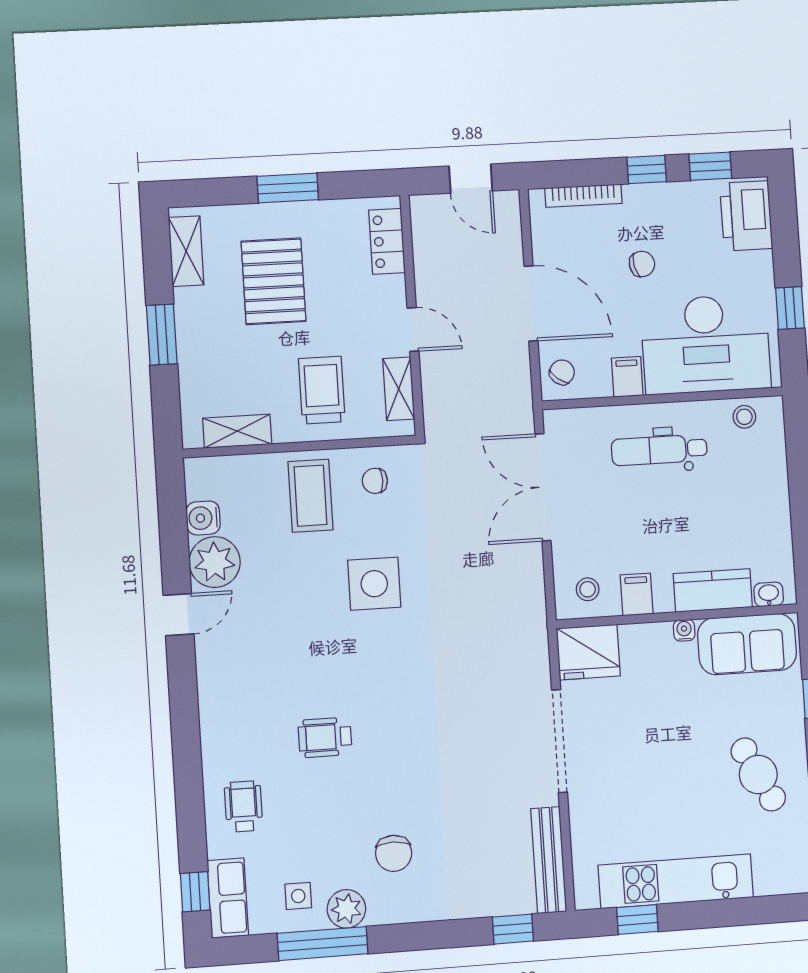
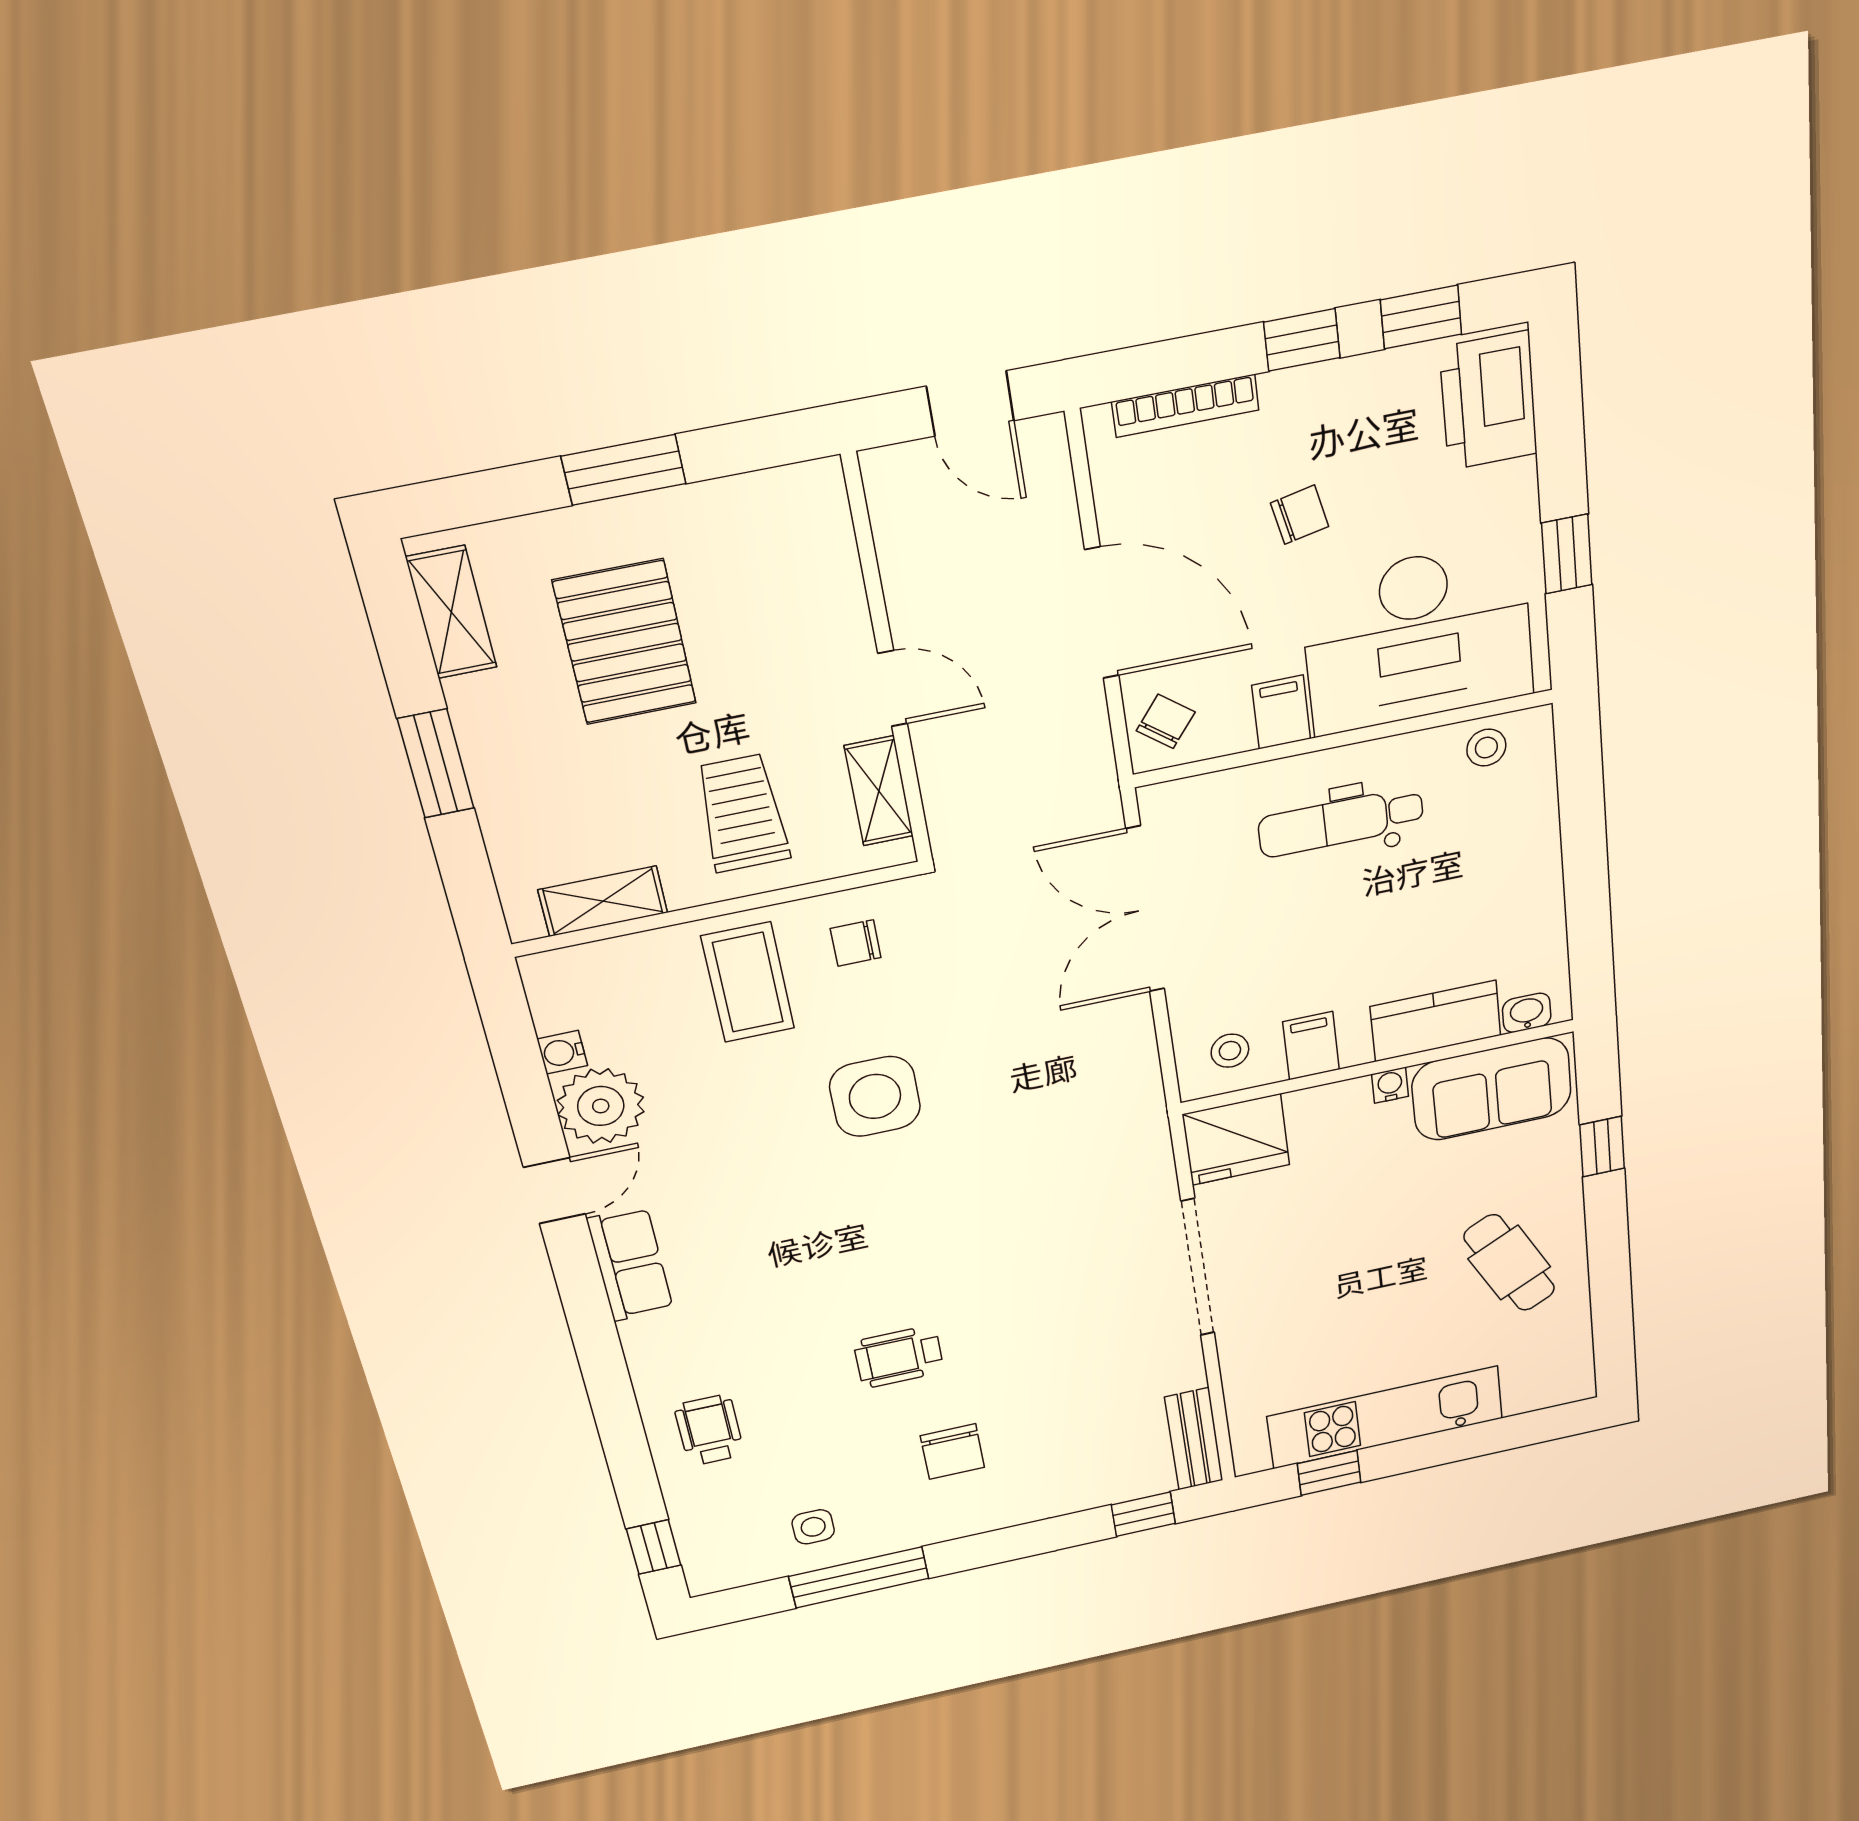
locker: (387, 241) -> (826, 541), removed
water cooler: (203, 518) -> (562, 1052), width x0.72, depth x0.72
wheelchair: (325, 737) -> (899, 1357), moved
bench: (549, 860) -> (1194, 1439), width x0.73
row of seats: (228, 898) -> (630, 1264), moved
plant: (346, 909) -> (889, 1530), removed

